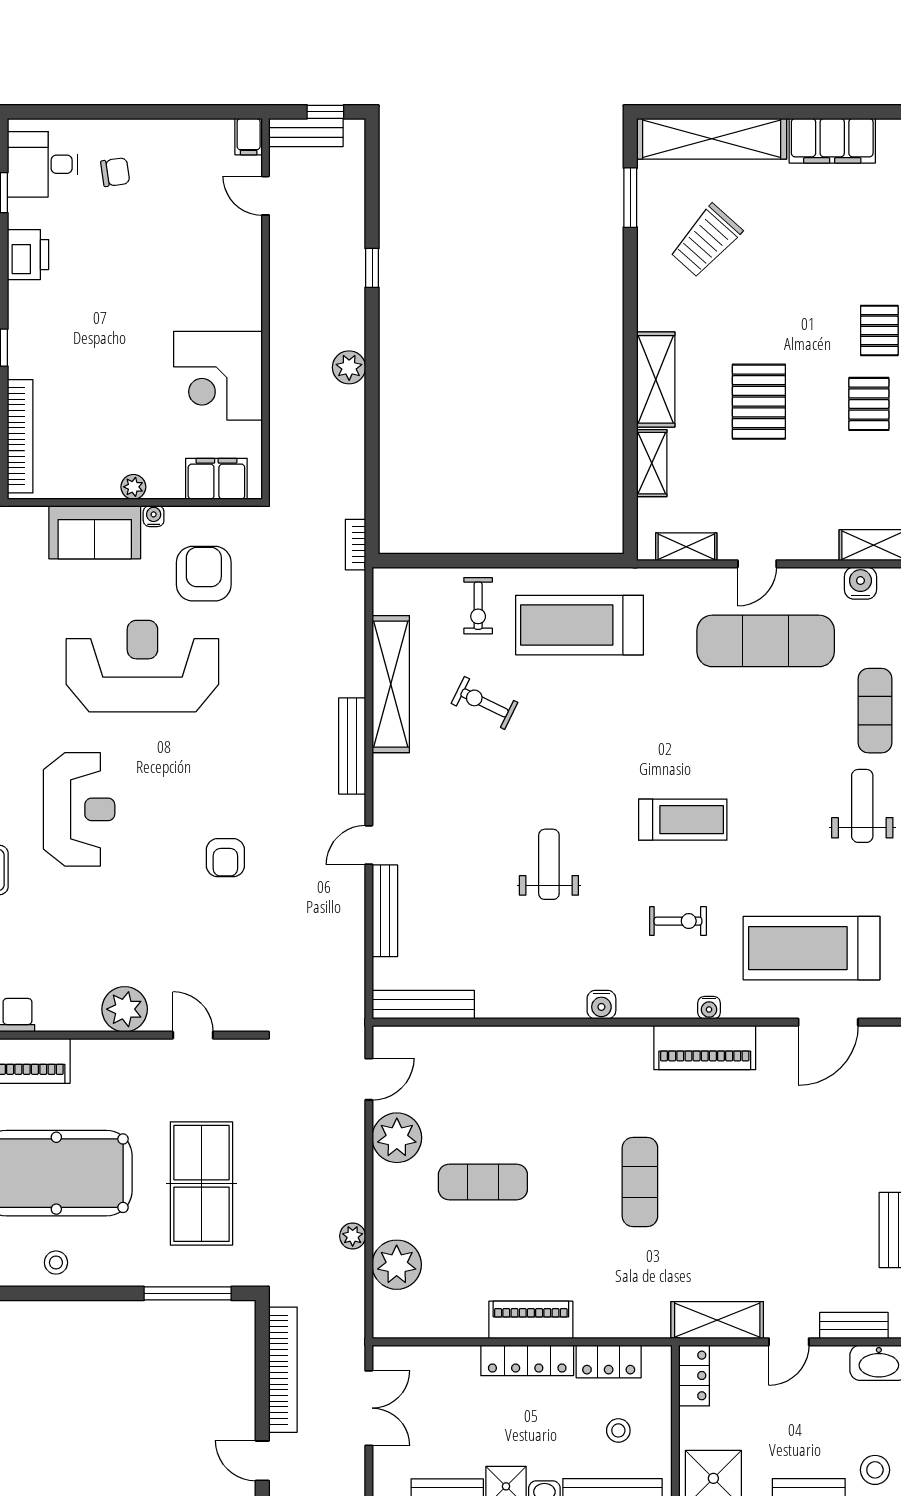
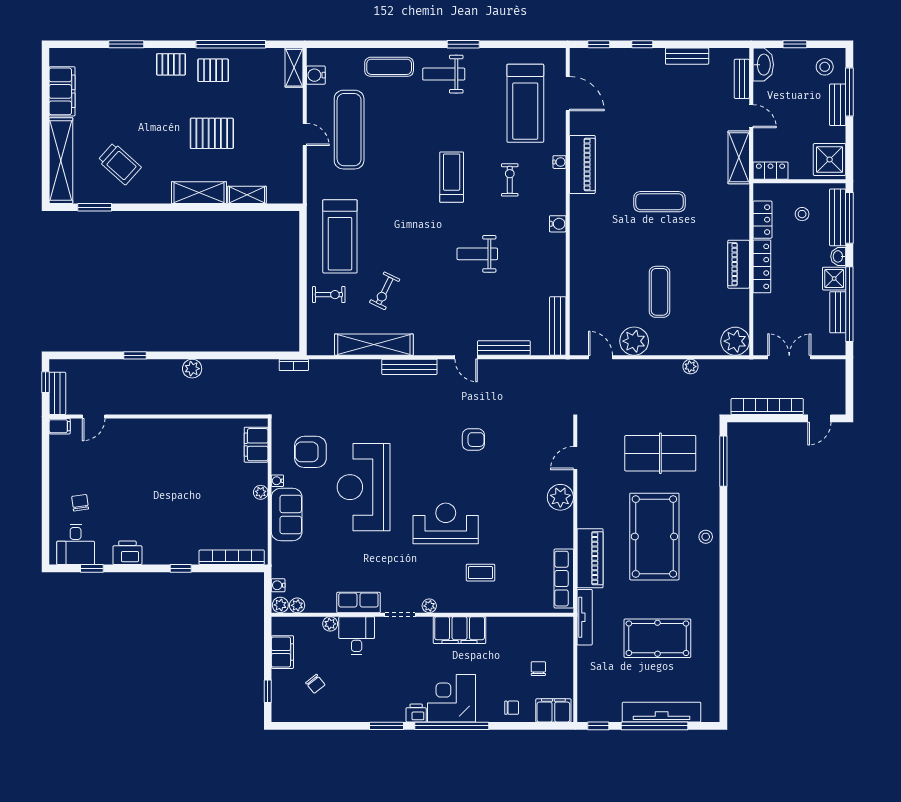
corner desk: (218, 376) -> (197, 444), removed
shelving: (686, 547) -> (295, 175), removed
plant: (397, 1265) -> (735, 341), moved

